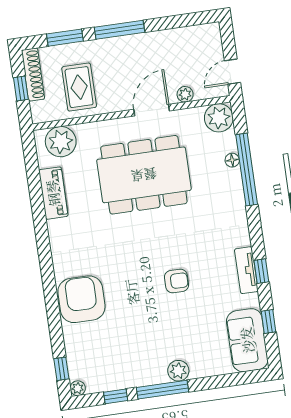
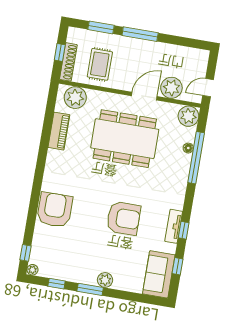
shoe rack: (33, 75) -> (68, 62), moved
plant: (185, 94) -> (171, 88), width x1.88, depth x1.88
armchair: (176, 281) -> (124, 218), width x1.88, depth x1.88
window: (163, 390) -> (90, 289), width x0.69

